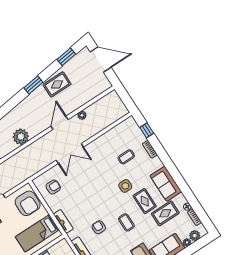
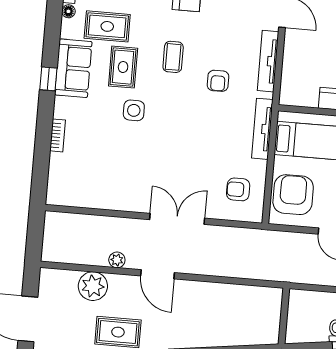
door: (59, 123) -> (157, 274), hinge flipped
window: (147, 130) -> (48, 79), moved
plant: (21, 137) -> (93, 286), moved
coffee table: (126, 157) -> (100, 151), removed
tv unit: (63, 221) -> (262, 129), width x1.41

